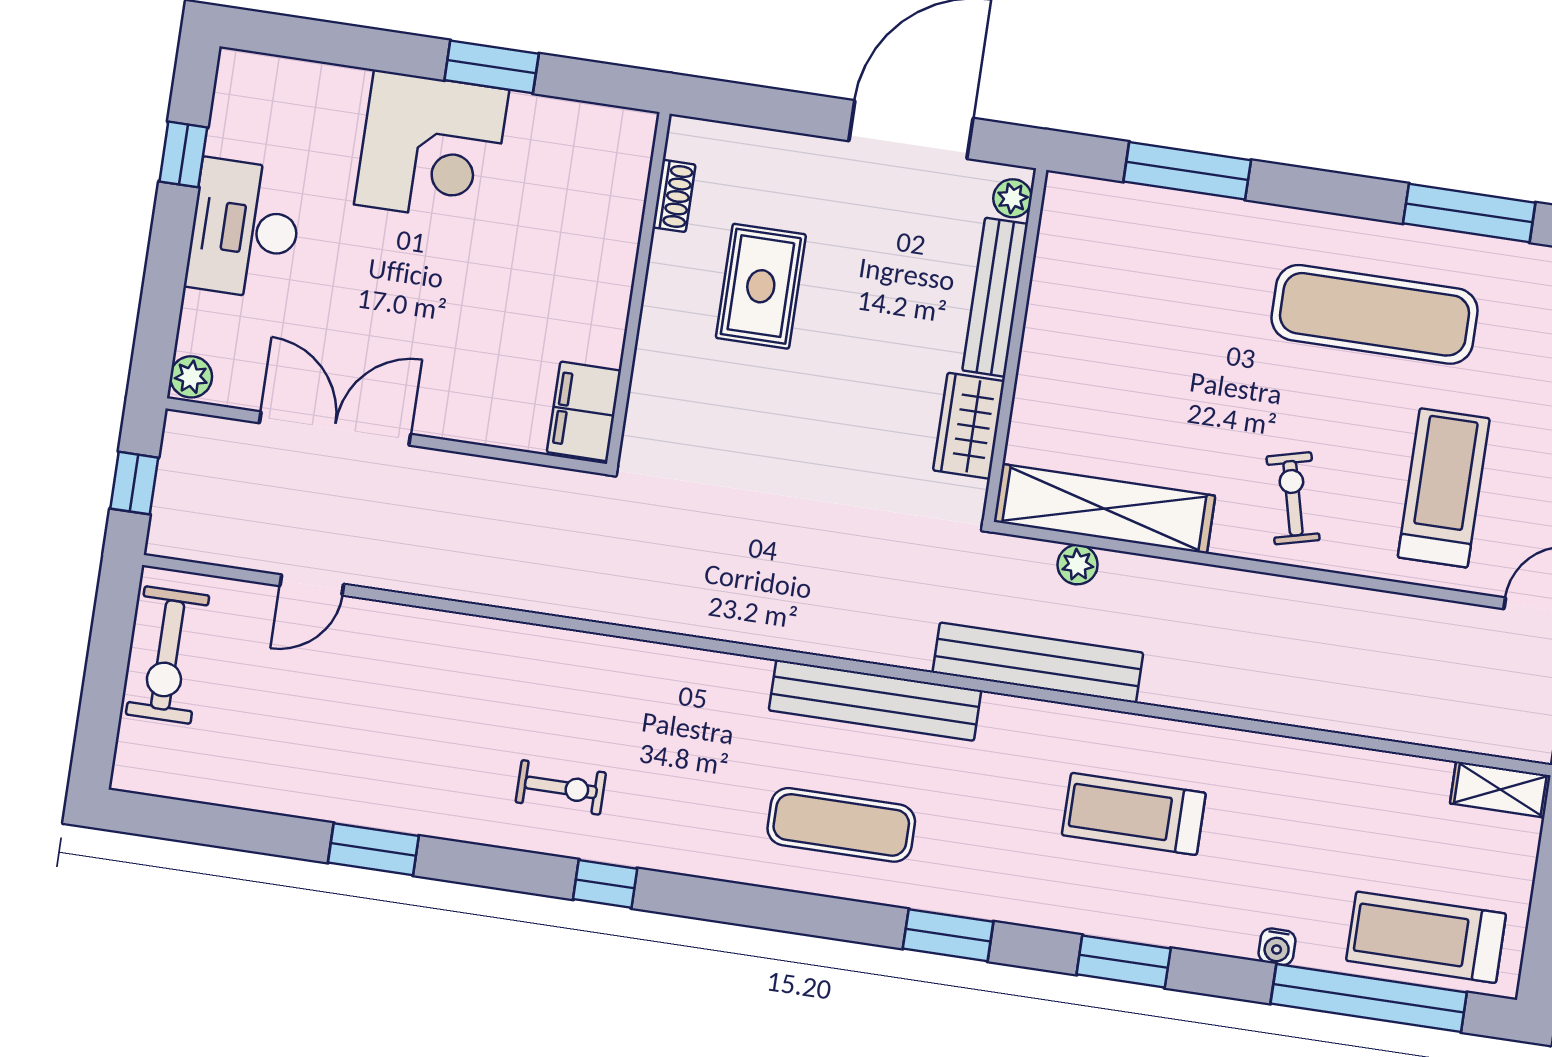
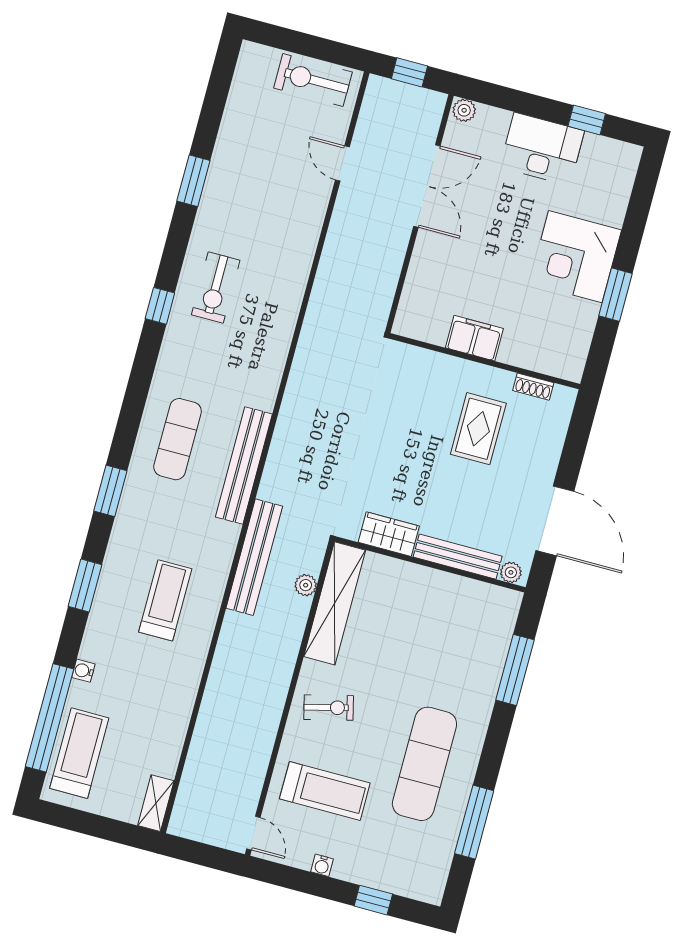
rug: (761, 286) -> (478, 429), turned 90
filing cabinet: (584, 411) -> (474, 338), moved
exercise bike: (561, 787) -> (216, 288), width x1.38, depth x1.39

